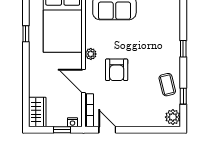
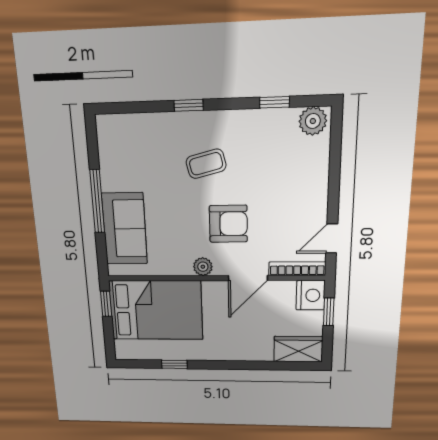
coffee table: (167, 85) -> (206, 164), moved
nightstand: (73, 122) -> (311, 295), width x1.89, depth x1.79

